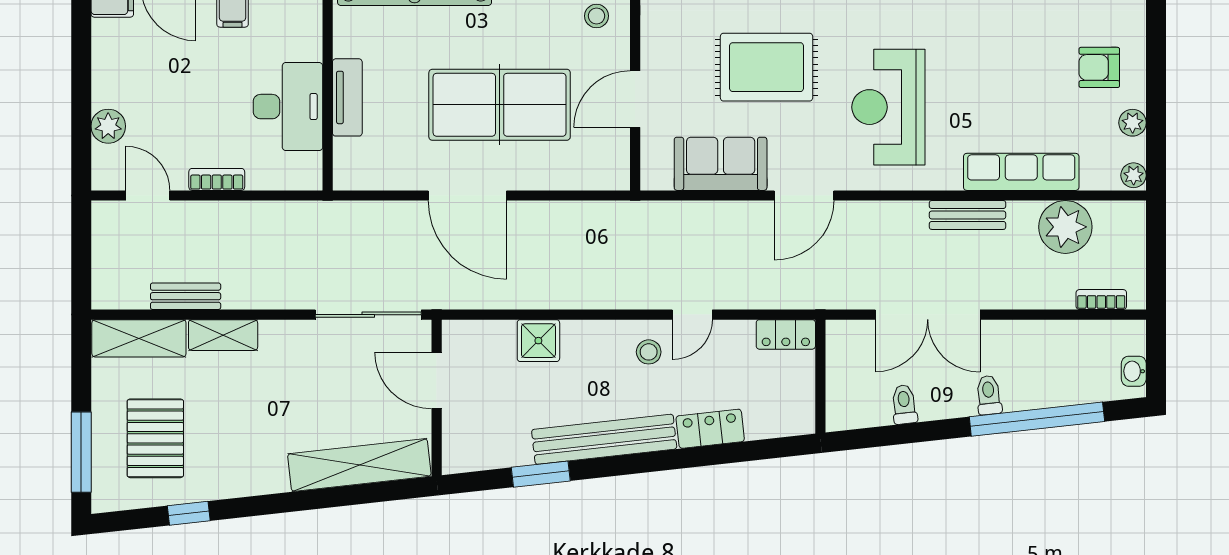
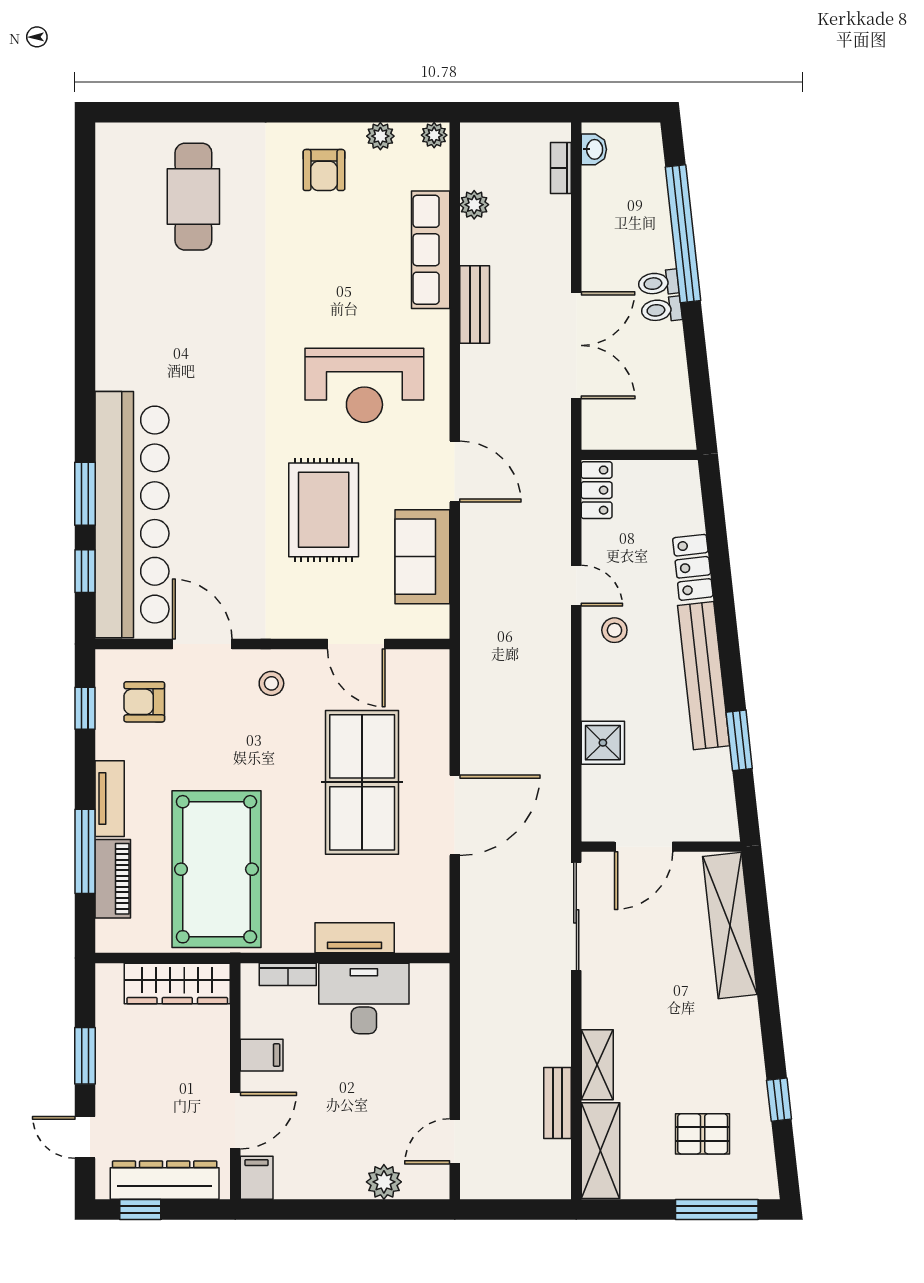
bookcase: (217, 179) -> (288, 974), moved, turned -90
plant: (1065, 227) -> (474, 205), width x0.53, depth x0.53
washbasin: (1134, 371) -> (594, 149), moved, turned -90
toilet: (904, 404) -> (661, 310), moved
pallet: (155, 438) -> (703, 1134), width x0.67, depth x0.71

